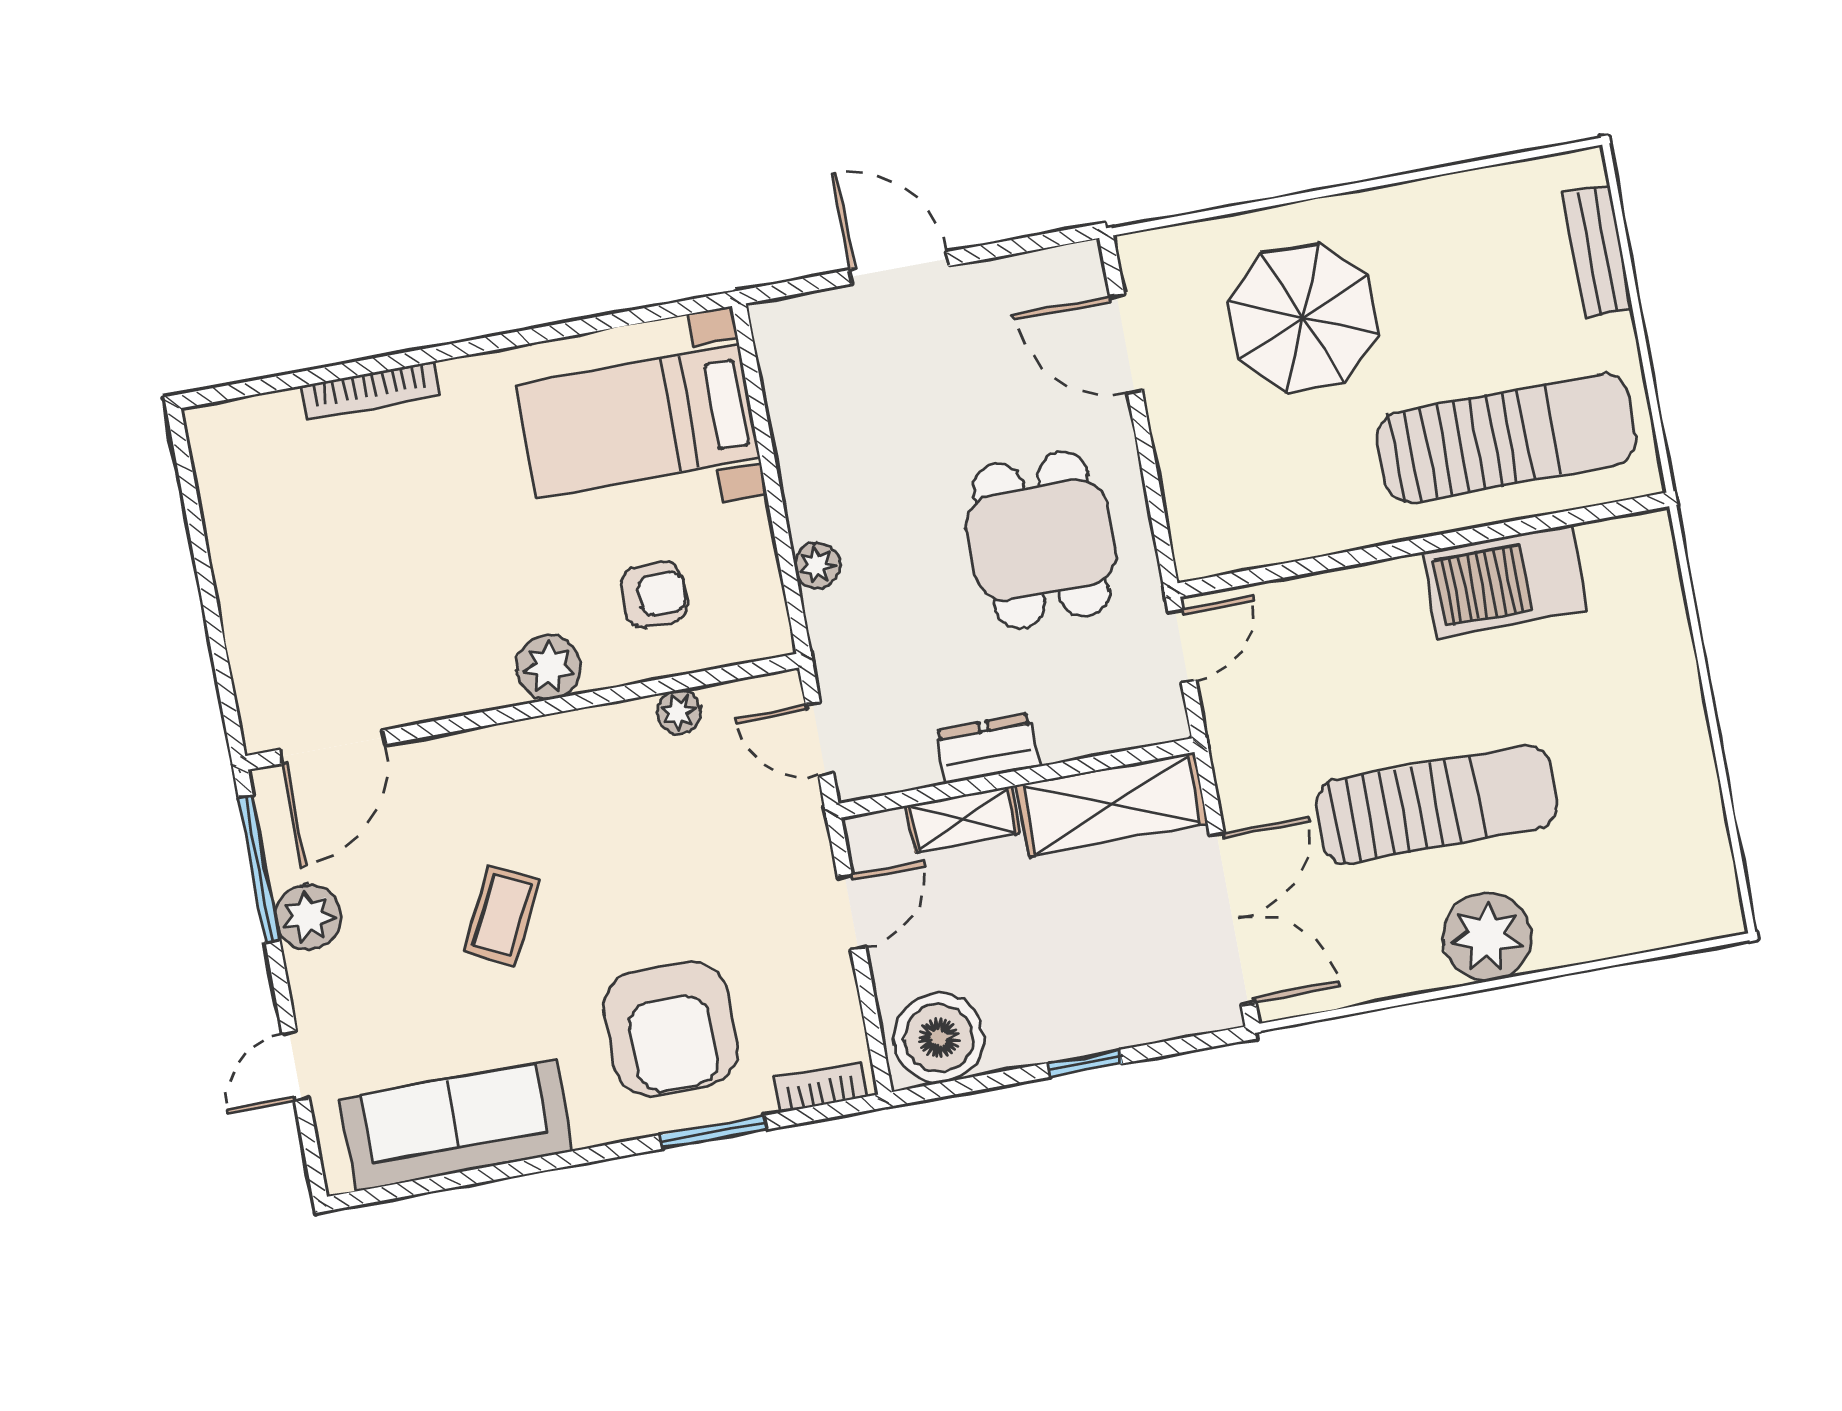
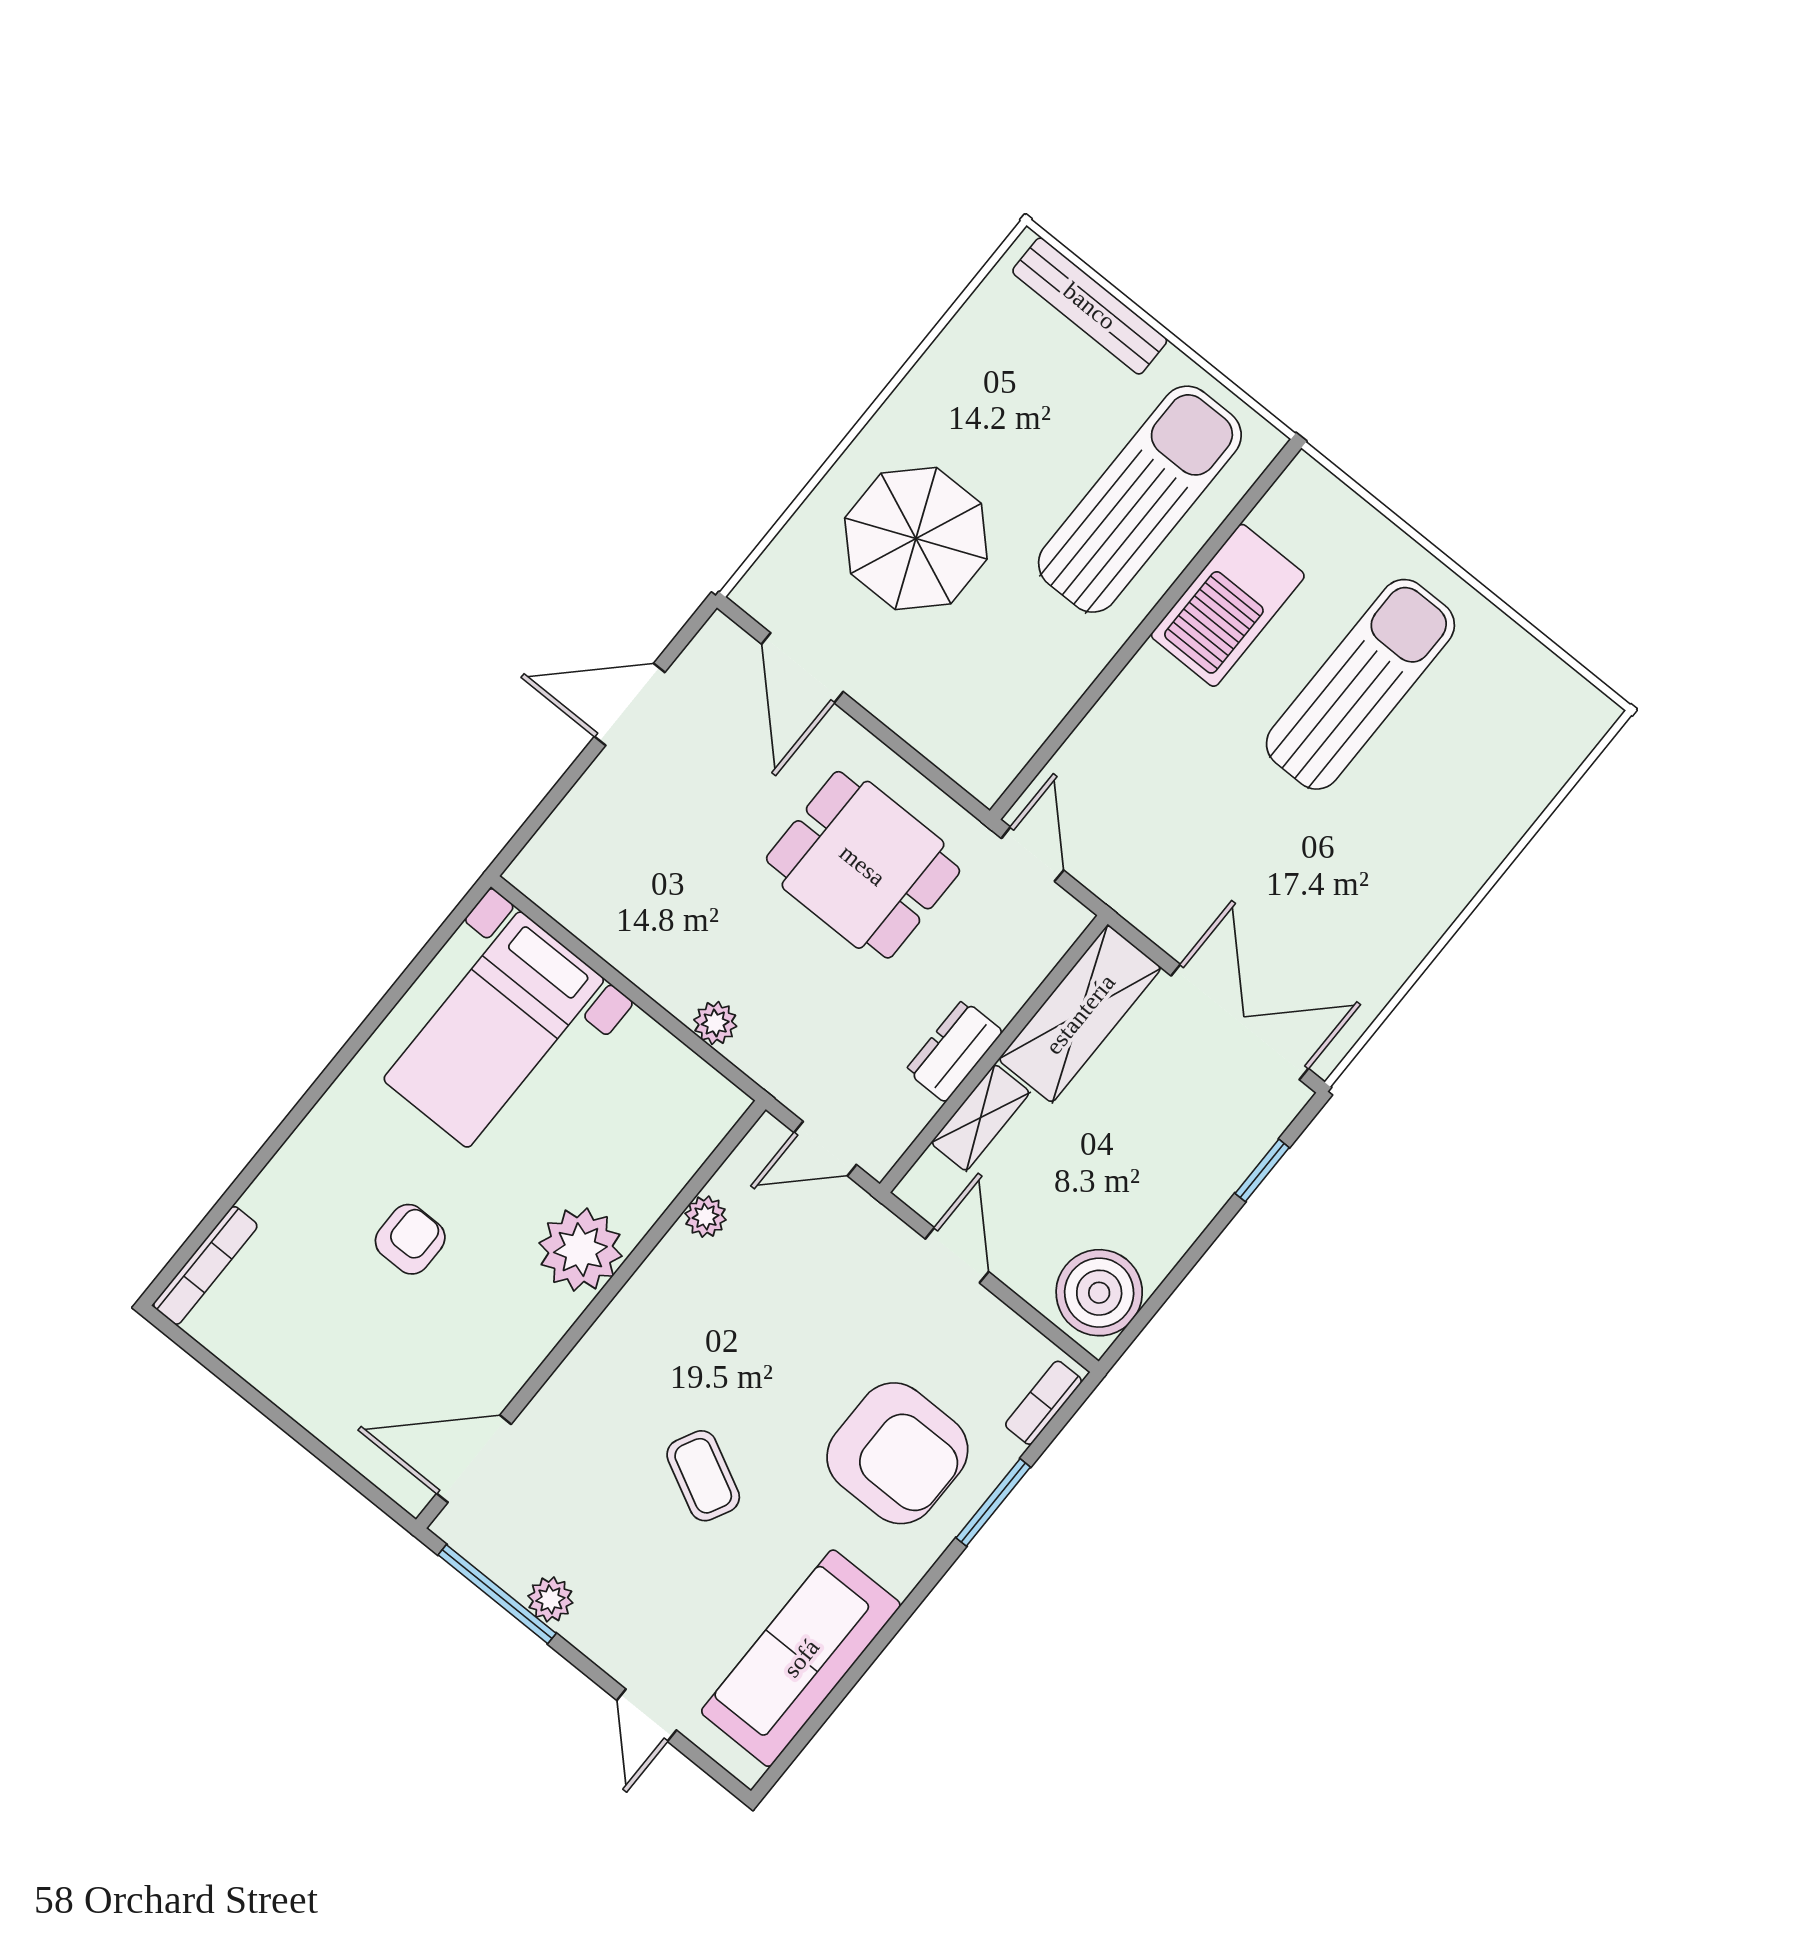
bench: (1597, 251) -> (1090, 306), width x1.36
door: (899, 268) -> (630, 704), moved
door: (1126, 344) -> (802, 668), hinge flipped
bookcase: (370, 391) -> (205, 1265), moved
armchair: (654, 595) -> (410, 1239), moved
plant: (548, 667) -> (580, 1250), width x1.36, depth x1.36
door: (332, 747) -> (474, 1459), swing flipped
sun lounger: (1437, 804) -> (1360, 684), moved
plant: (308, 917) -> (550, 1599), width x0.73, depth x0.73
plant: (1487, 937) -> (1437, 876), removed
window: (1085, 1063) -> (1262, 1170), moved

